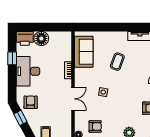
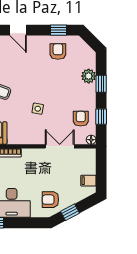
double door: (73, 99) -> (60, 146), moved

